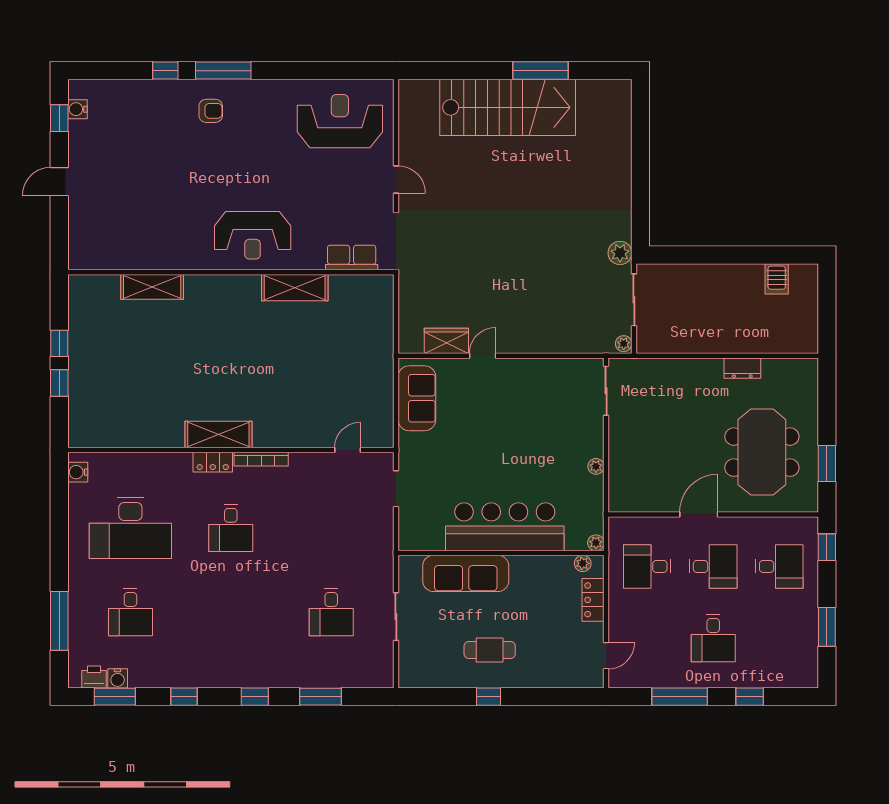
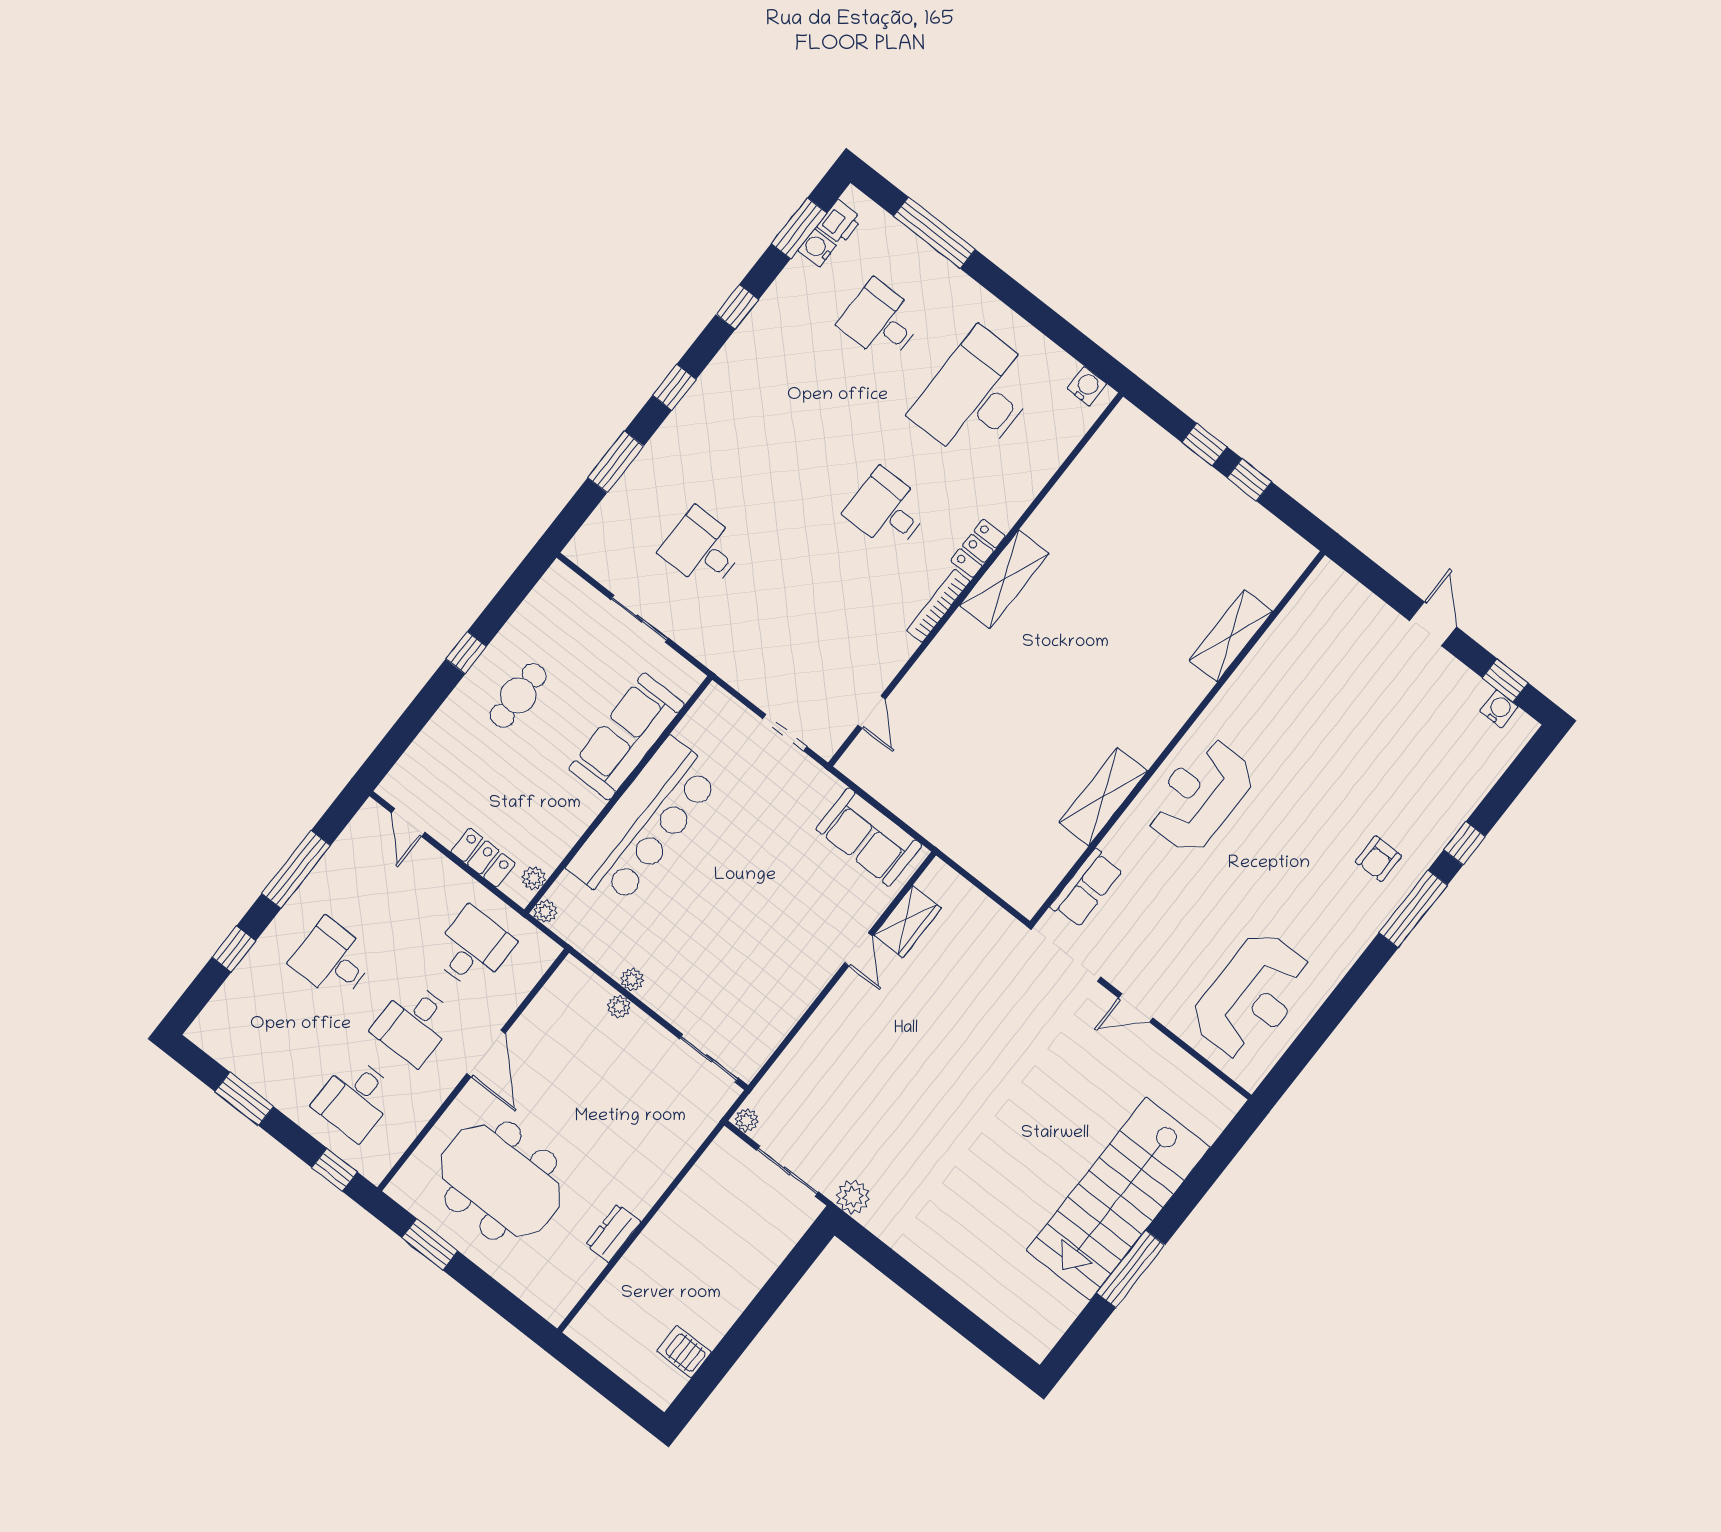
plant: (616, 462) -> (619, 1007), added

